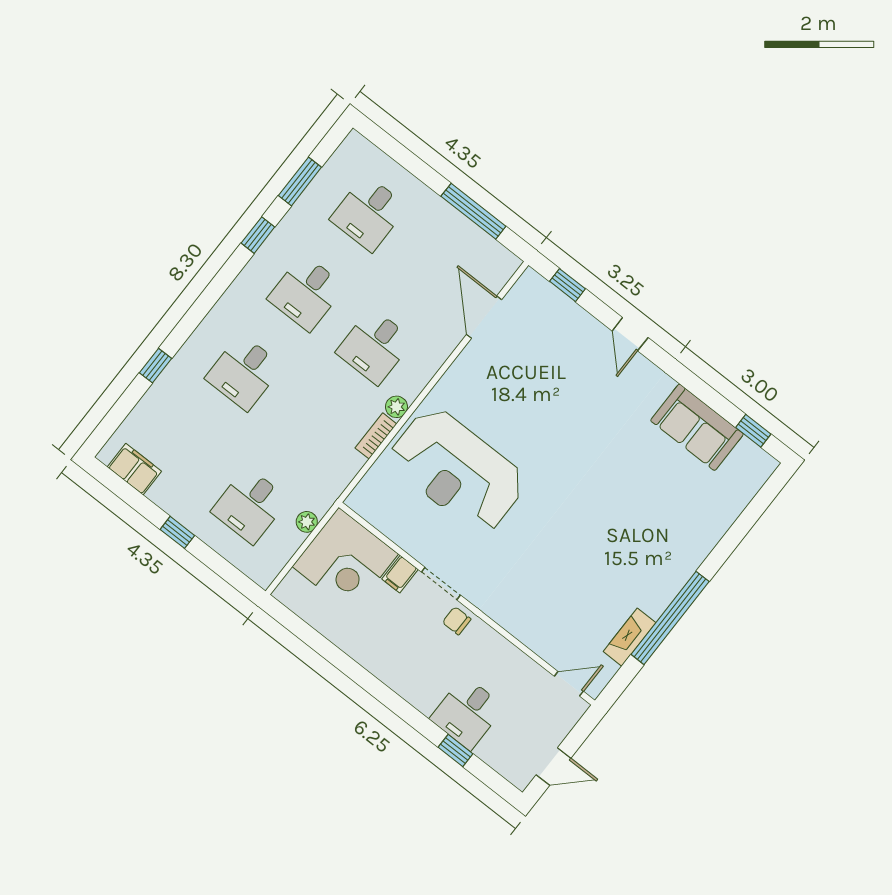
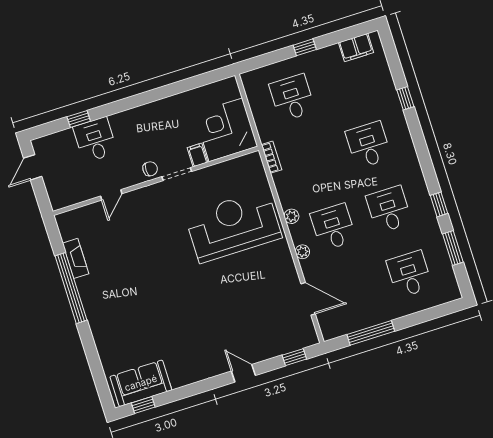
sofa: (697, 427) -> (141, 383), moved
bookcase: (376, 436) -> (271, 157), moved
plant: (307, 522) -> (302, 252), moved
door: (569, 684) -> (111, 195), moved

